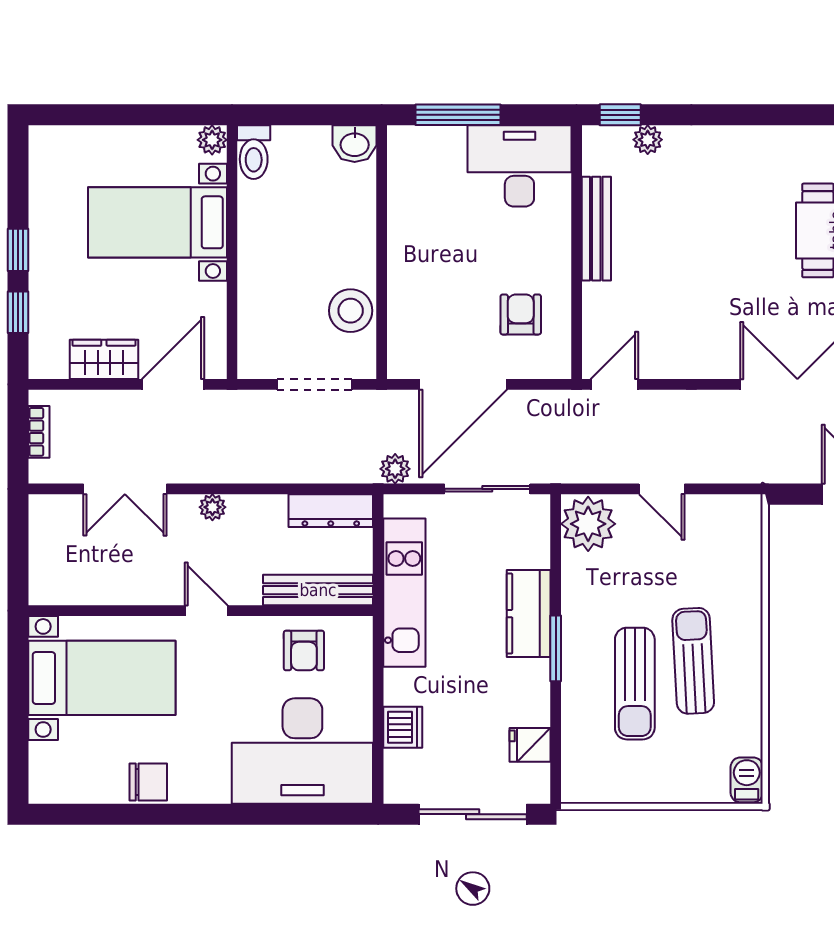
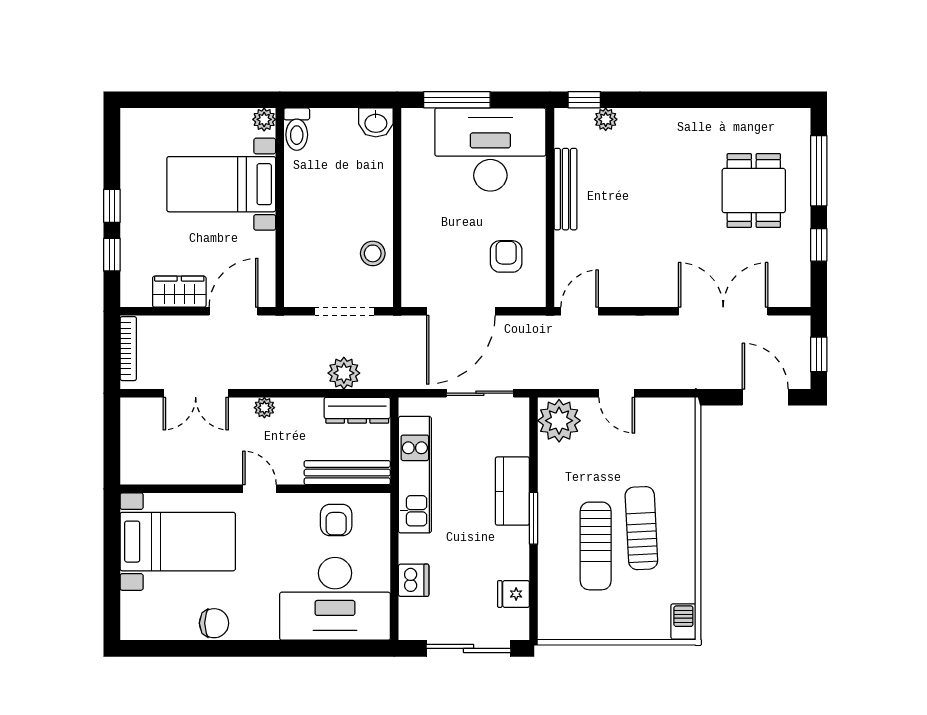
desk: (519, 166) -> (490, 150), width x1.36, depth x1.30
stool: (351, 311) -> (373, 253), width x0.73, depth x0.73
bookcase: (39, 432) -> (128, 349), width x1.56
plant: (395, 469) -> (344, 373), moved, width x1.38, depth x1.38

